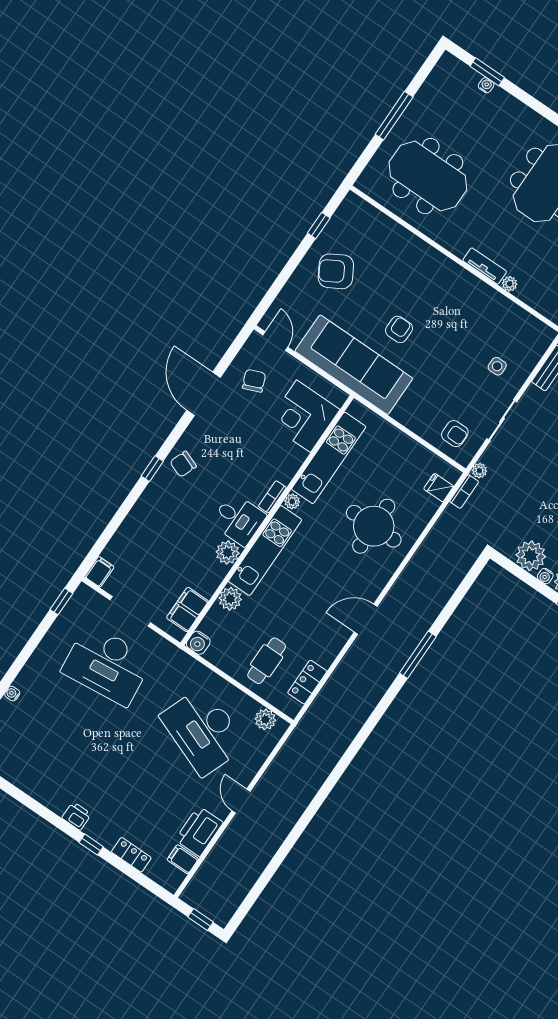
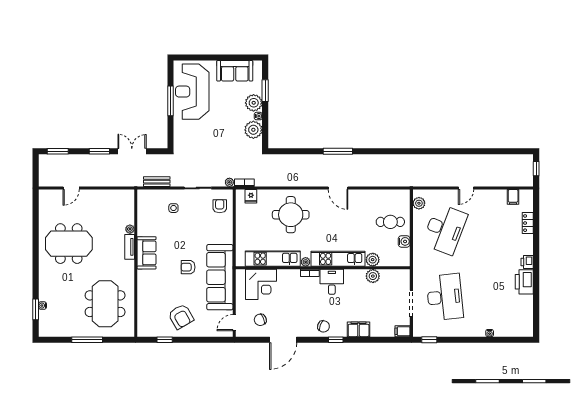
sofa: (460, 284) -> (147, 253), added
plant: (228, 553) -> (373, 276), moved
filing cabinet: (187, 609) -> (359, 329), moved, turned 180
water cooler: (198, 643) -> (404, 241), moved
locker: (307, 682) -> (387, 195), removed
printer: (199, 831) -> (524, 282), moved, turned 90
window: (91, 845) -> (536, 246), removed

